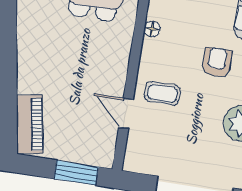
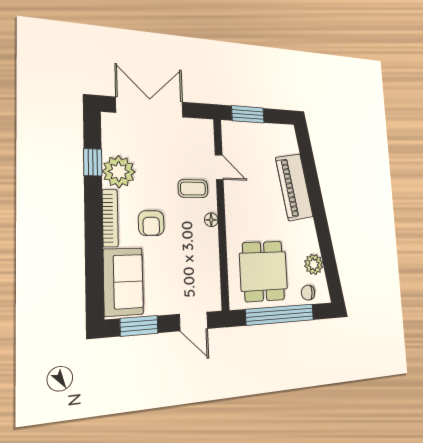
floor lamp: (152, 29) -> (211, 220), moved
piano: (30, 124) -> (294, 187), moved, width x1.37, depth x1.33

